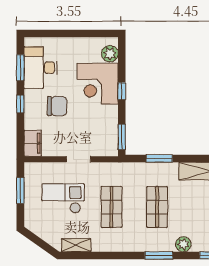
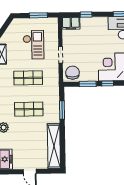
window: (20, 104) -> (86, 15), moved
chair: (57, 106) -> (73, 73), moved, turned 180
window: (122, 137) -> (88, 84), moved

